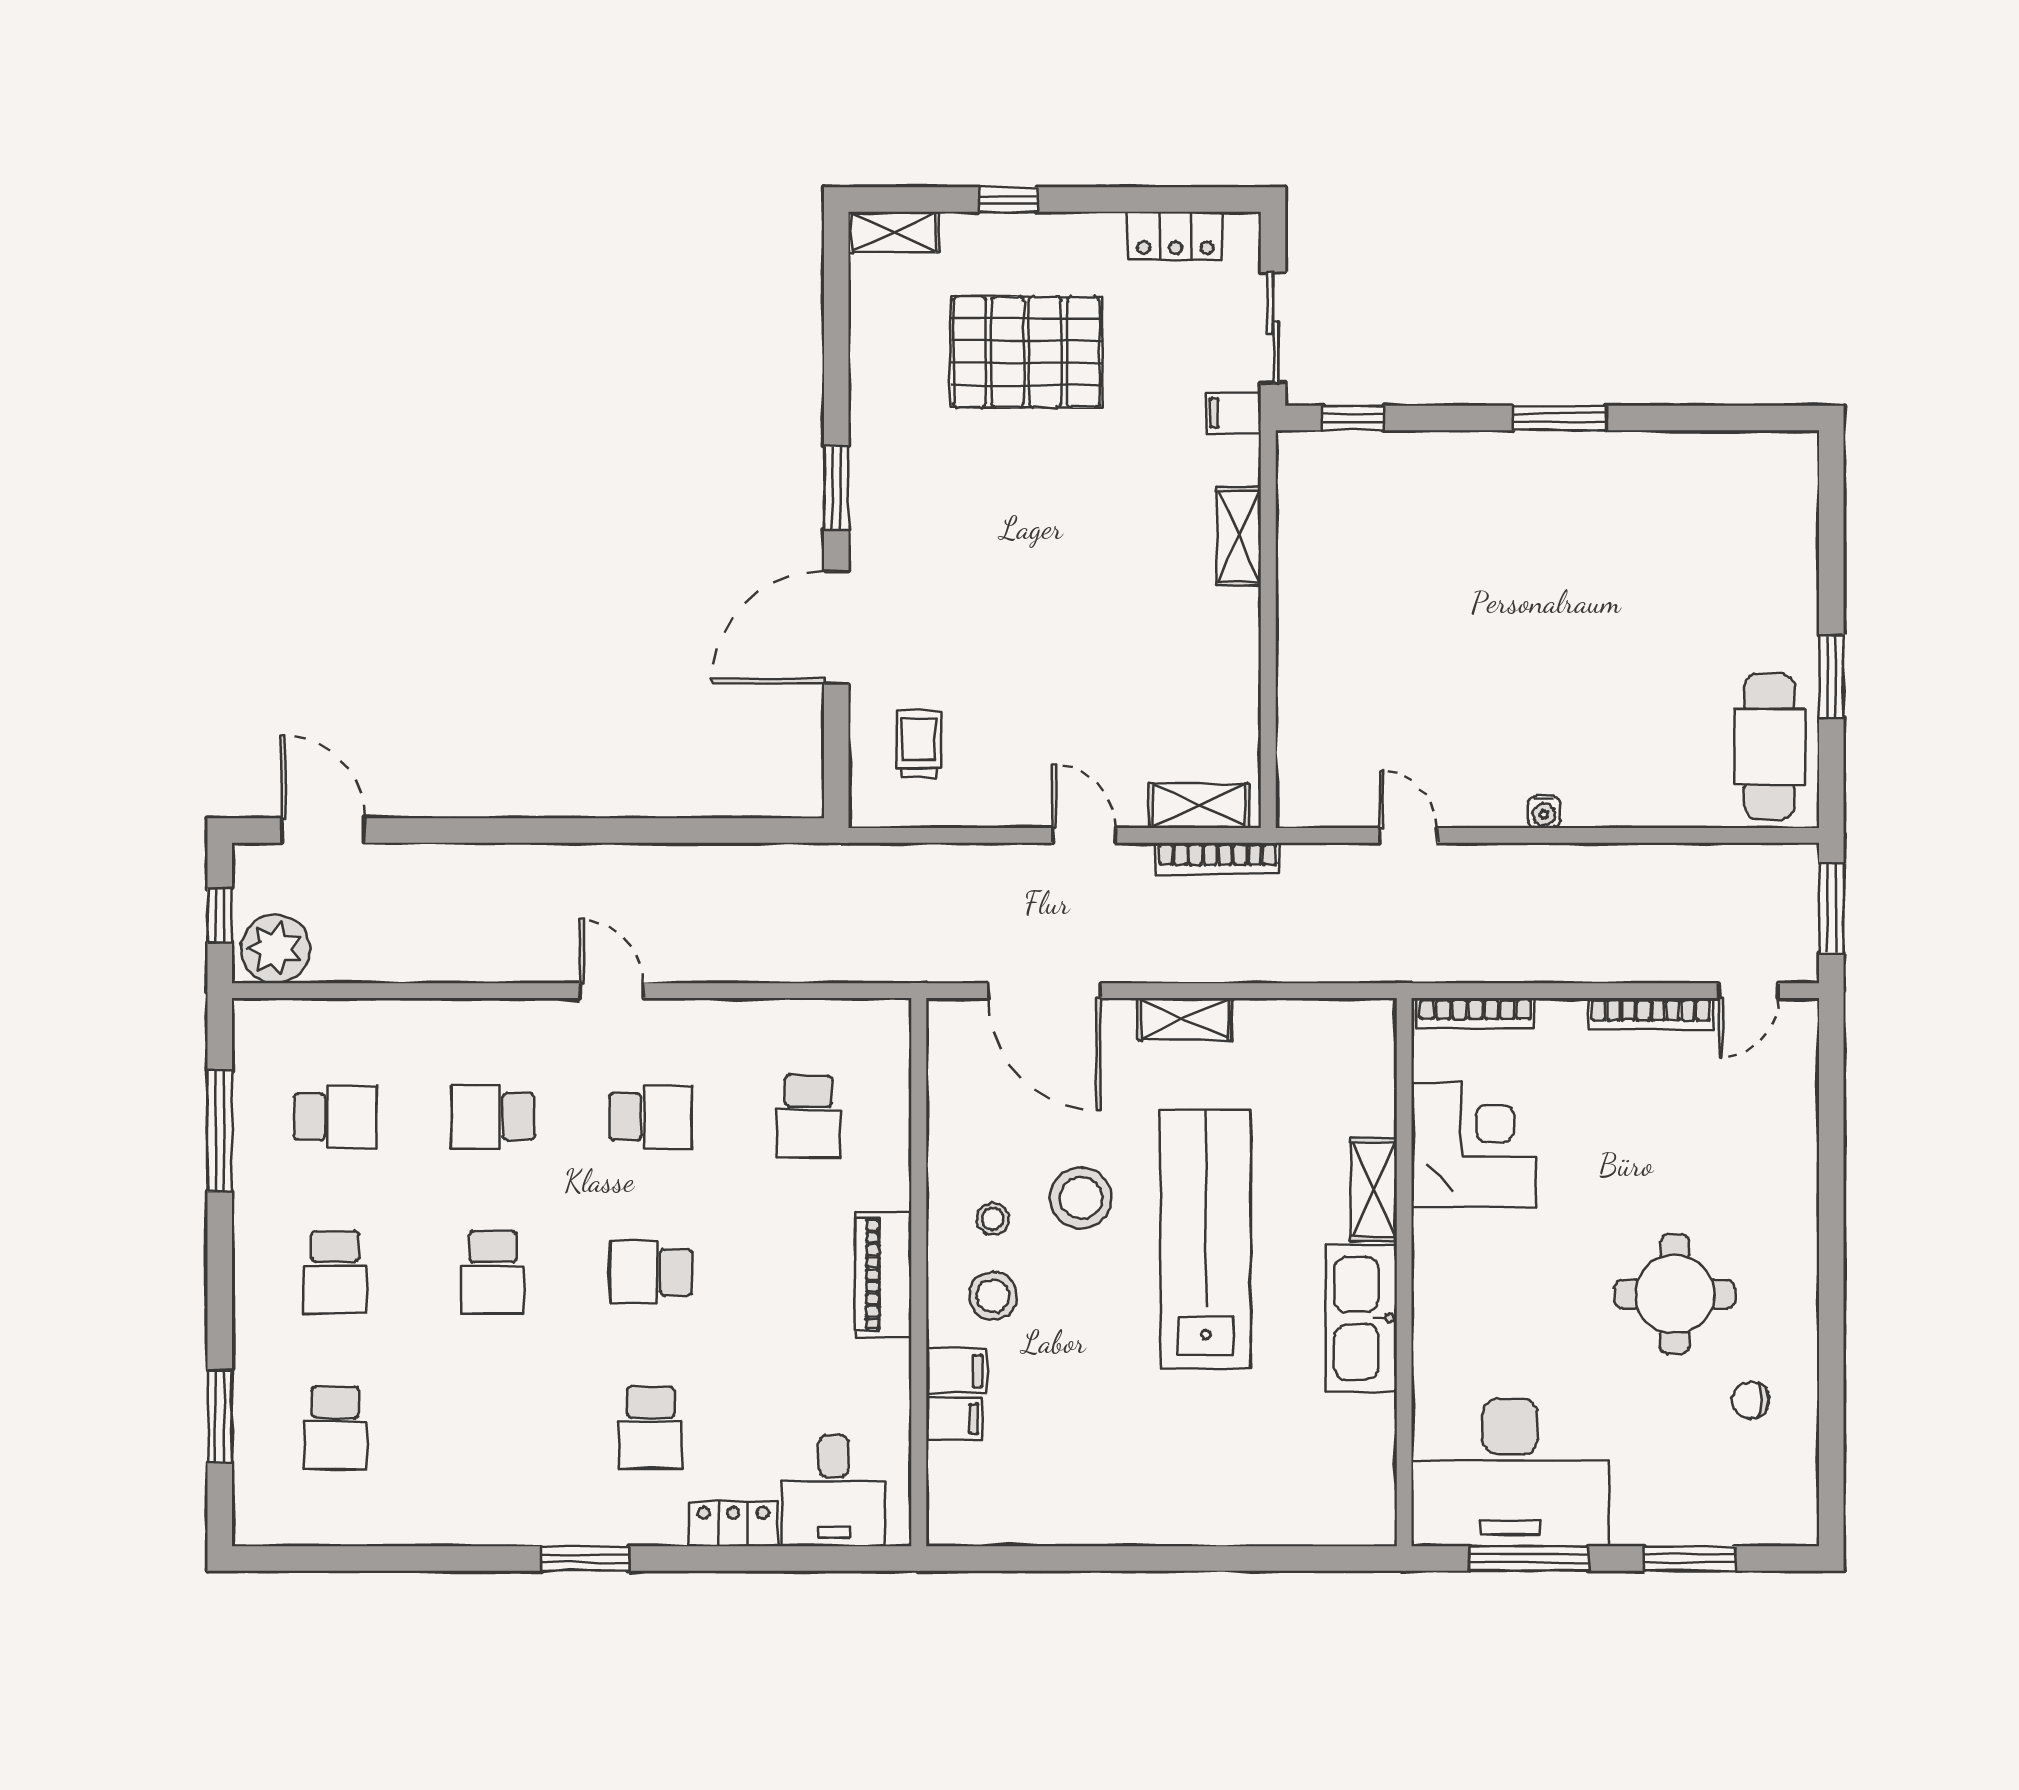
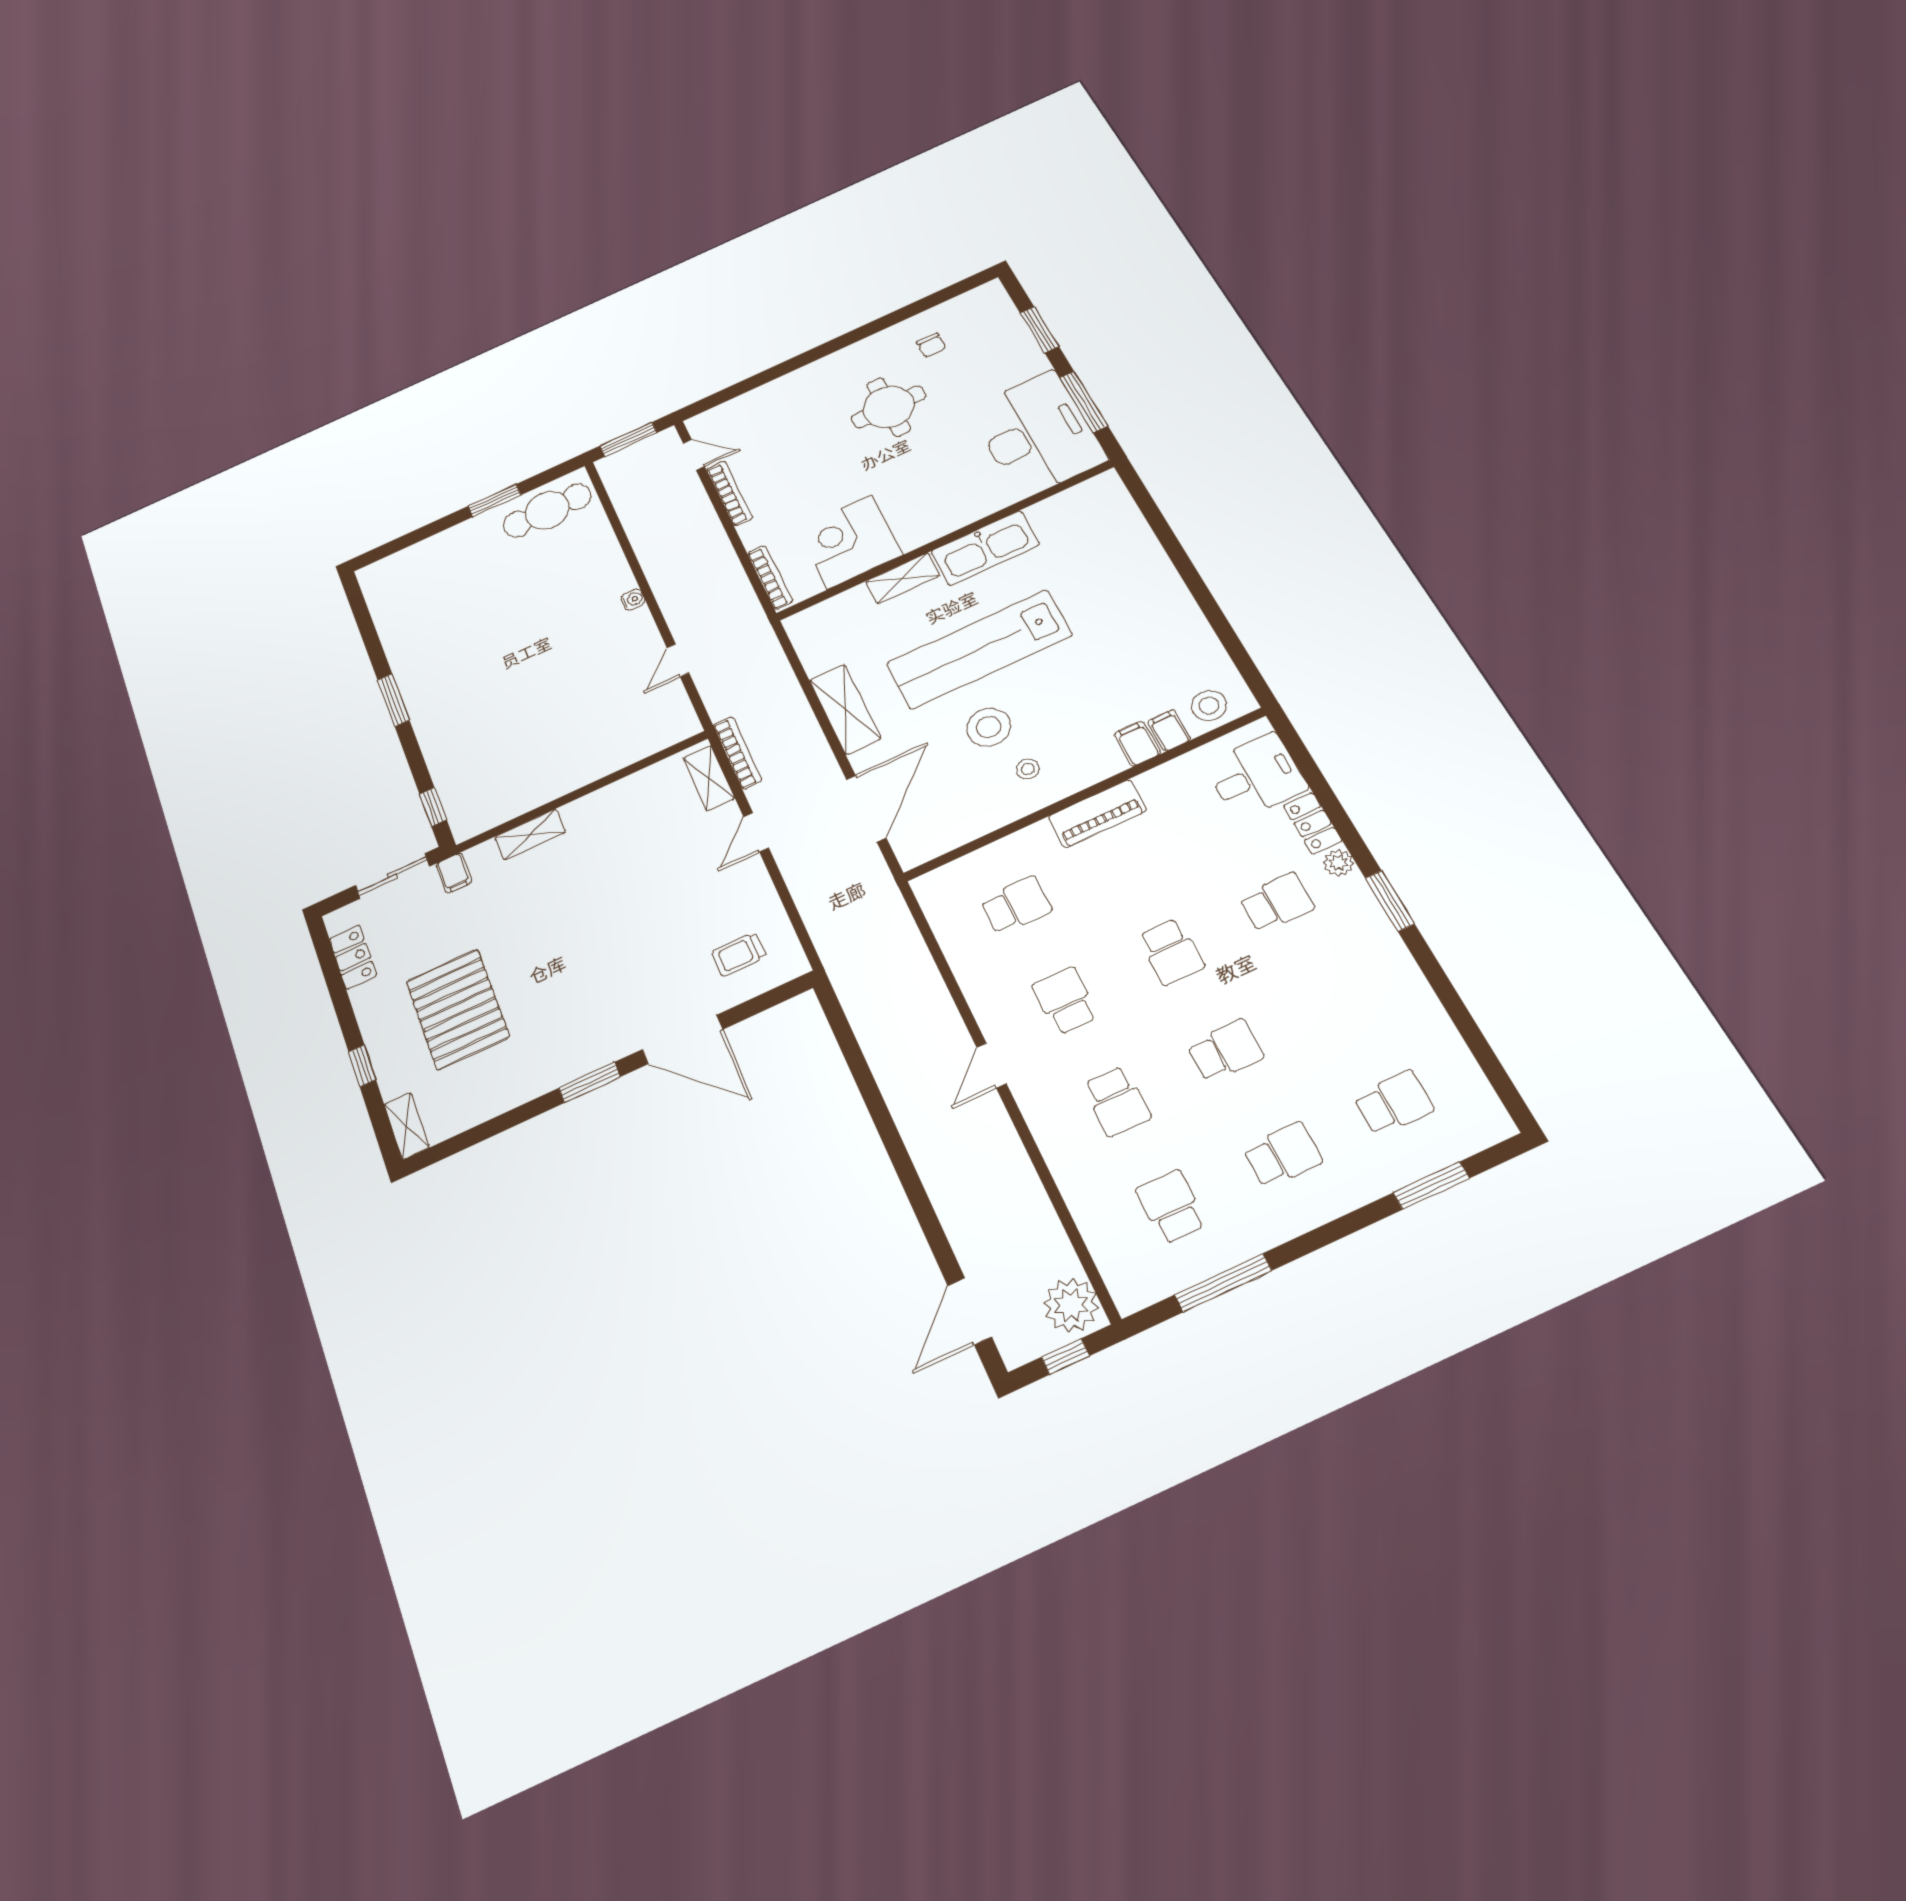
shelving: (1185, 1019) -> (845, 709), width x1.50, depth x1.33
stool: (993, 1296) -> (1209, 706), moved
plant: (665, 1526) -> (1339, 863), added

